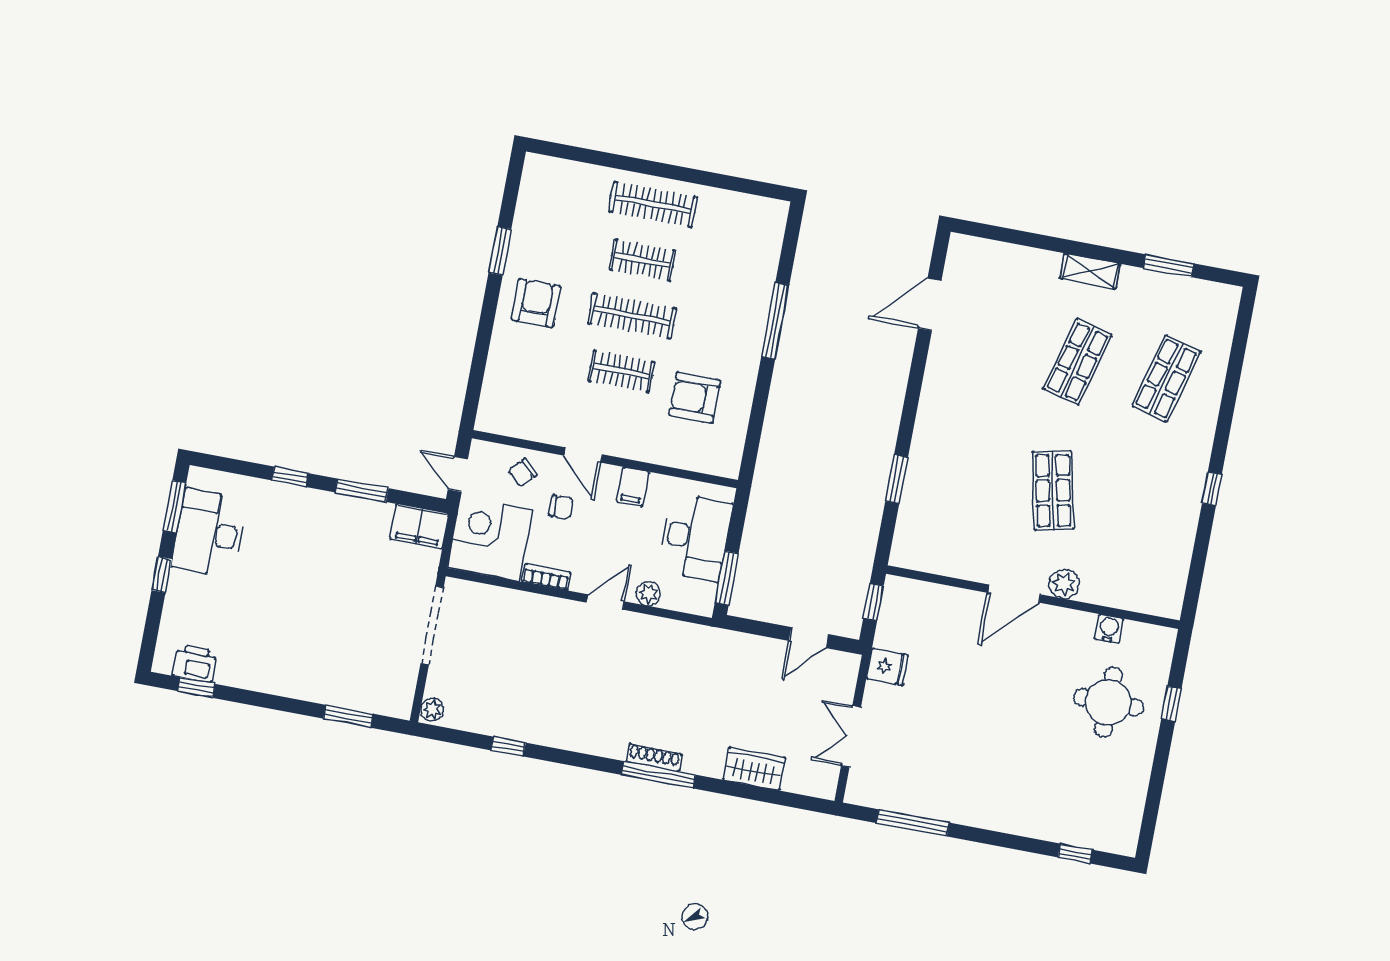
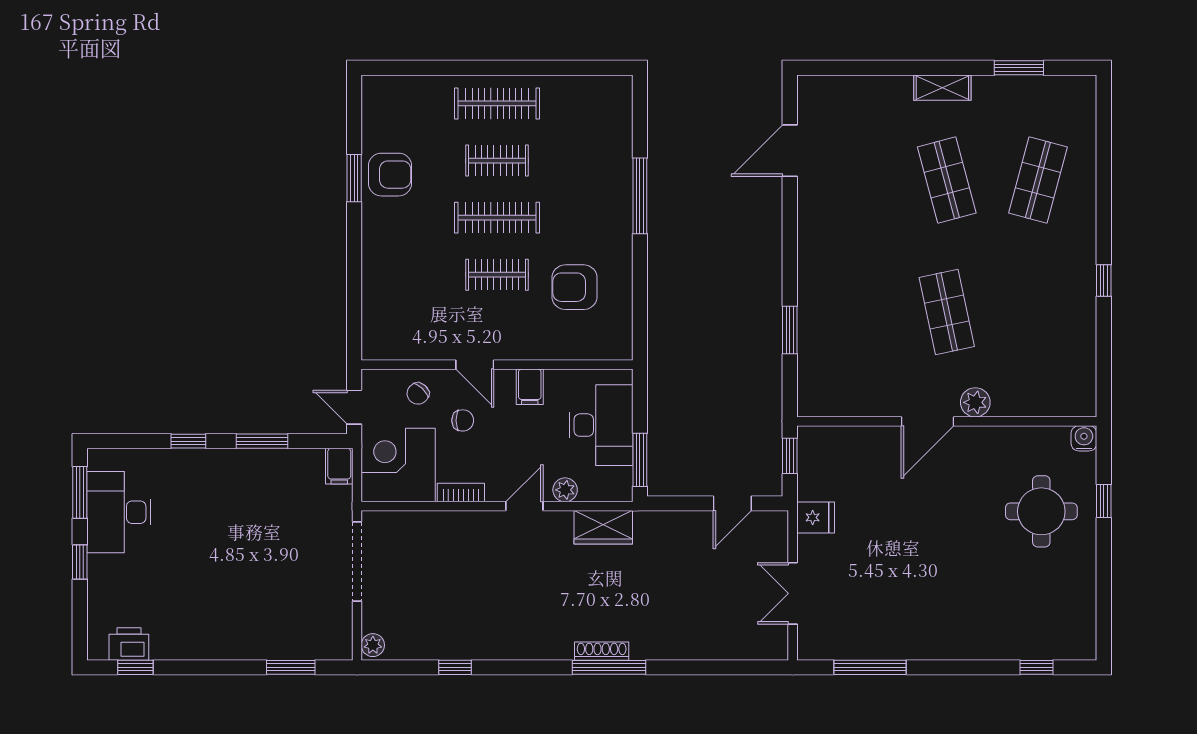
armchair: (536, 303) -> (390, 175), moved, turned 90
shop shelf: (1077, 362) -> (947, 180), turned -30
filing cabinet: (419, 526) -> (339, 466), width x0.50
water cooler: (1109, 629) -> (1084, 438), moved
wardrobe: (754, 769) -> (603, 527), moved, turned 180

